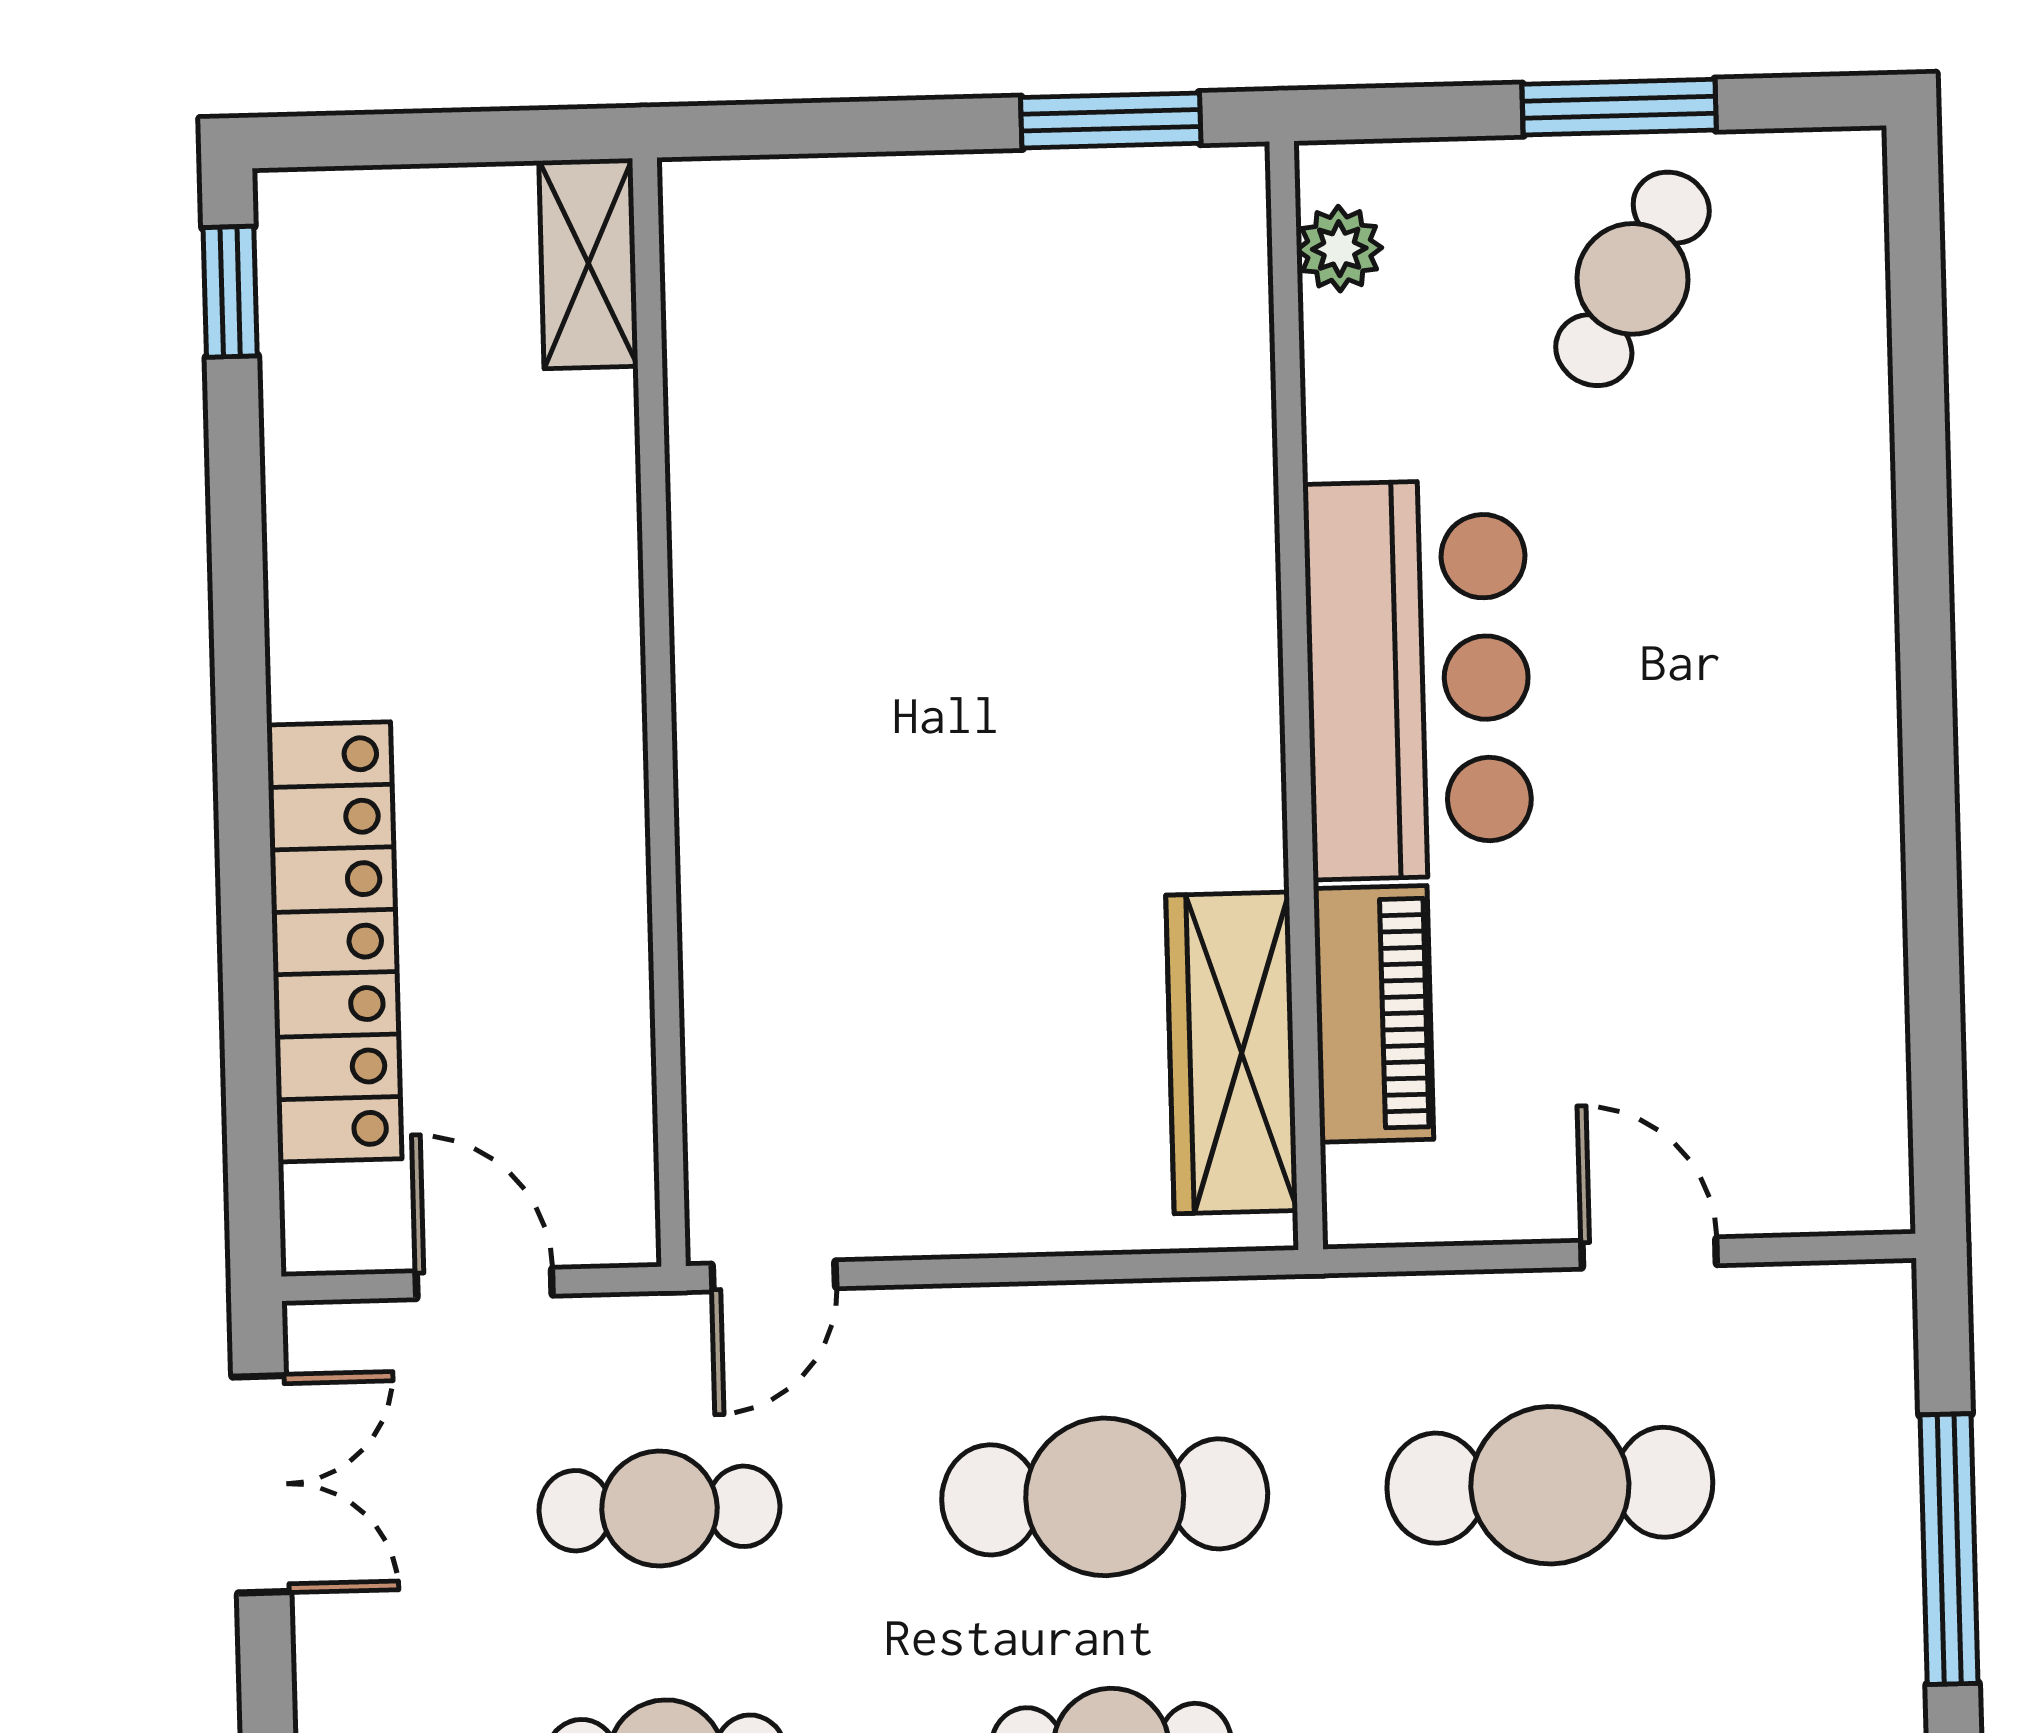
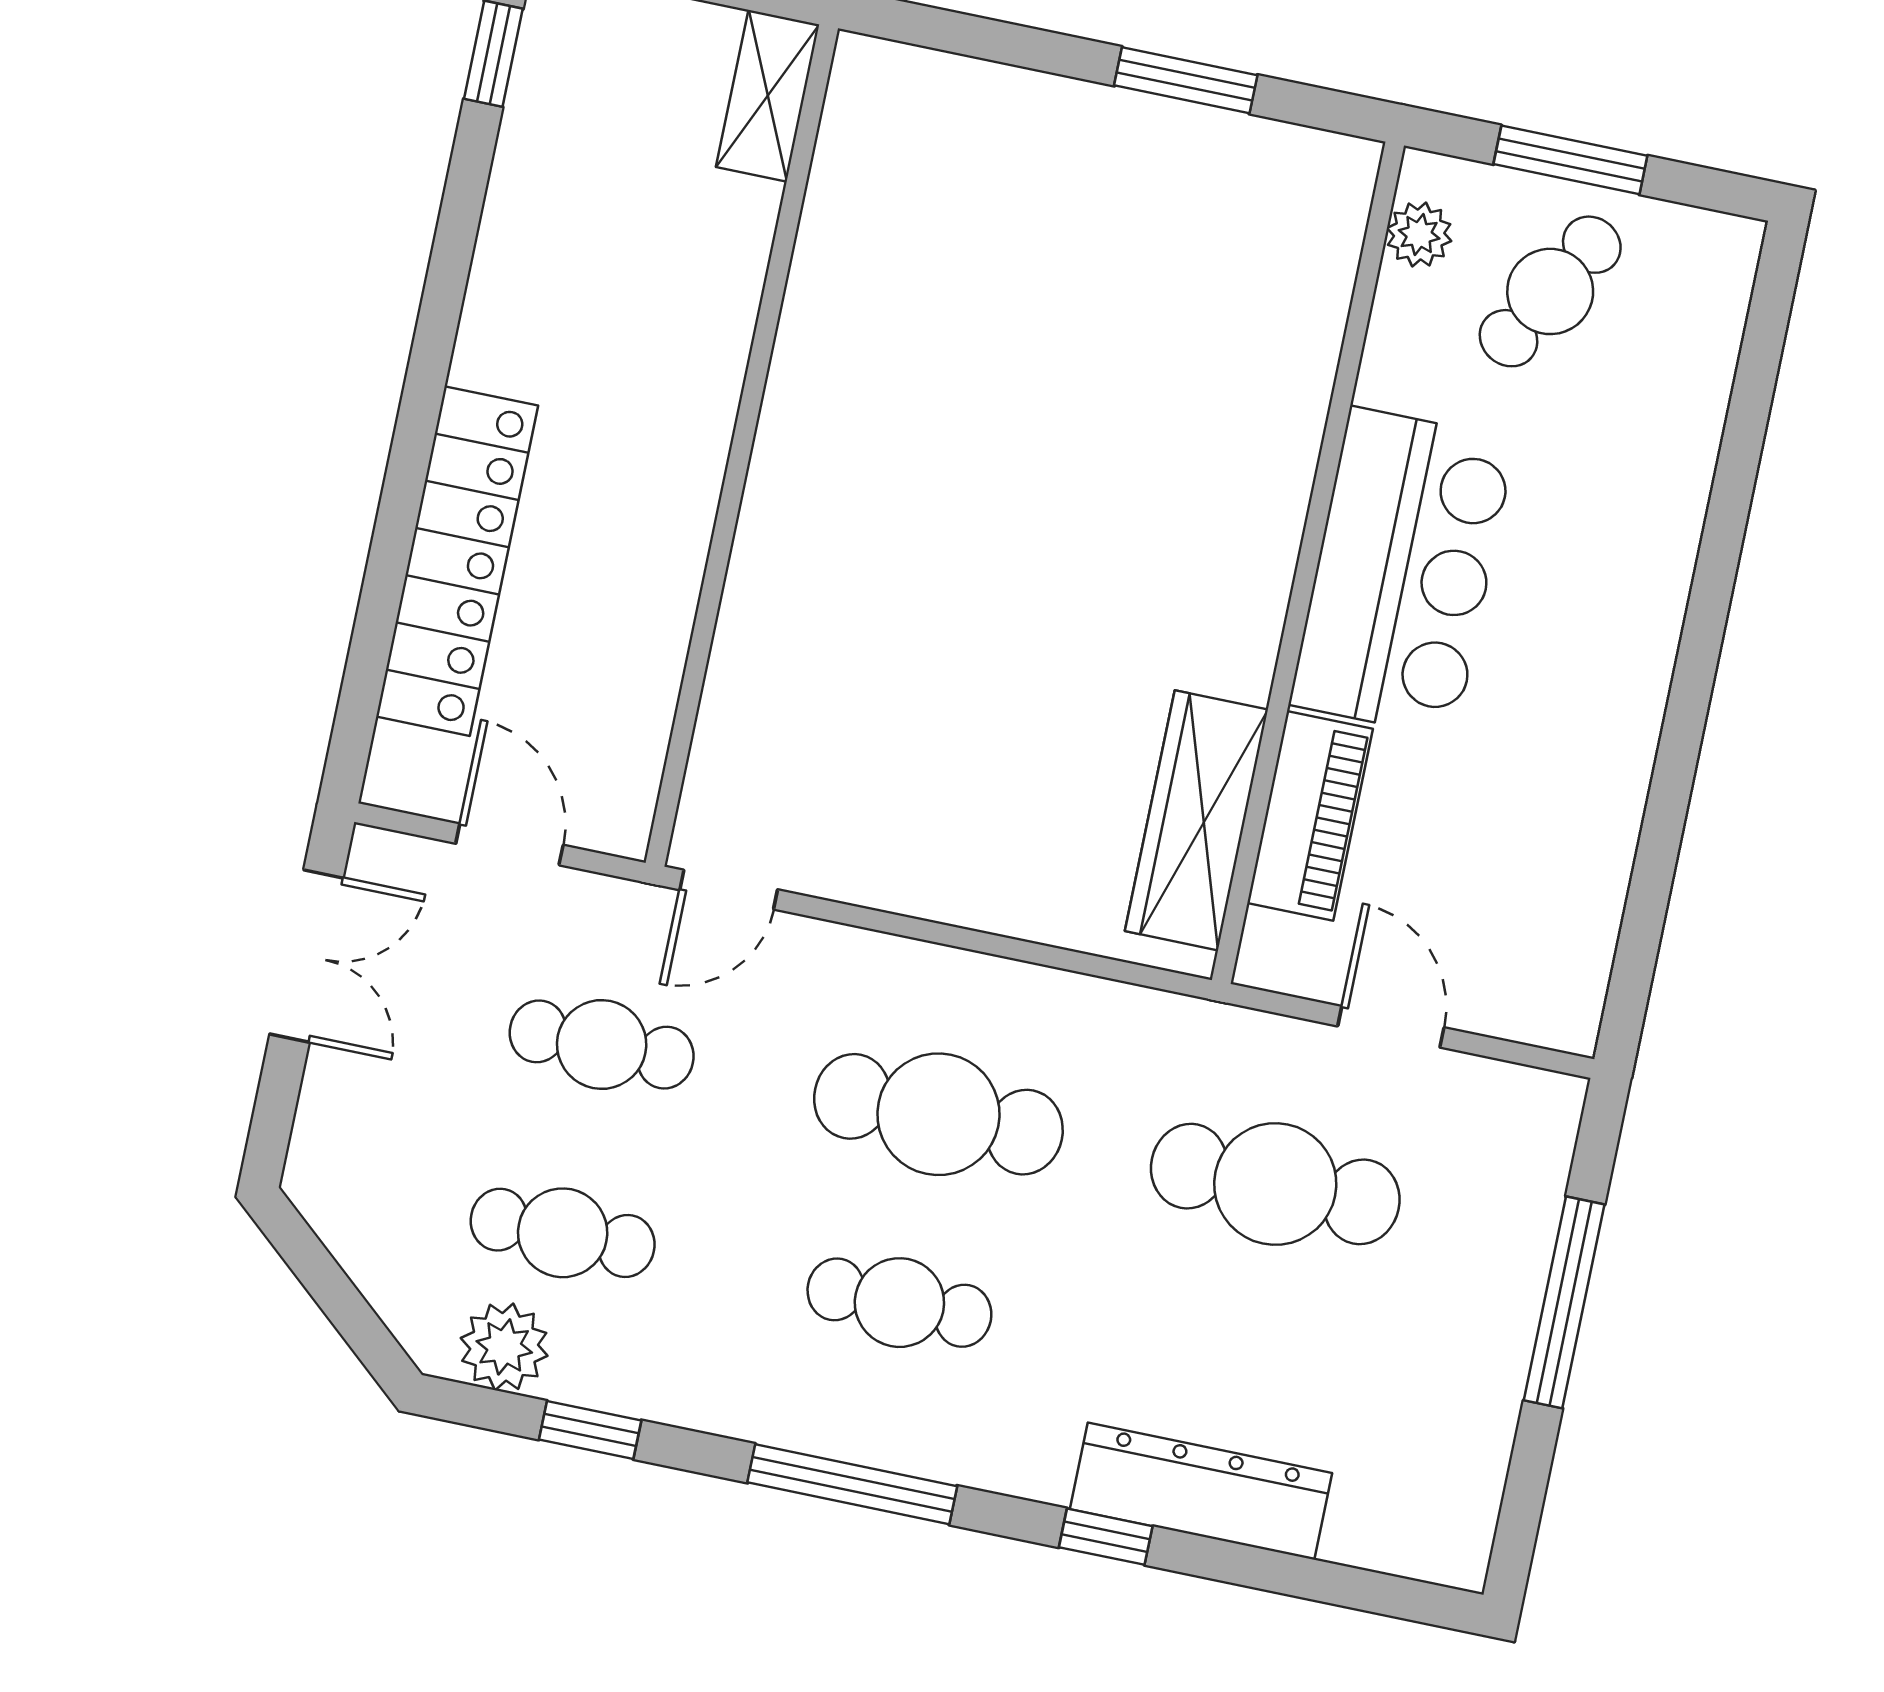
plant: (1339, 249) -> (1419, 234), moved
bar counter: (1418, 679) -> (1402, 572), moved
wall: (1296, 695) -> (1308, 563), moved
piano: (1374, 1014) -> (1310, 816), moved
wardrobe: (1232, 1053) -> (1196, 820), moved

